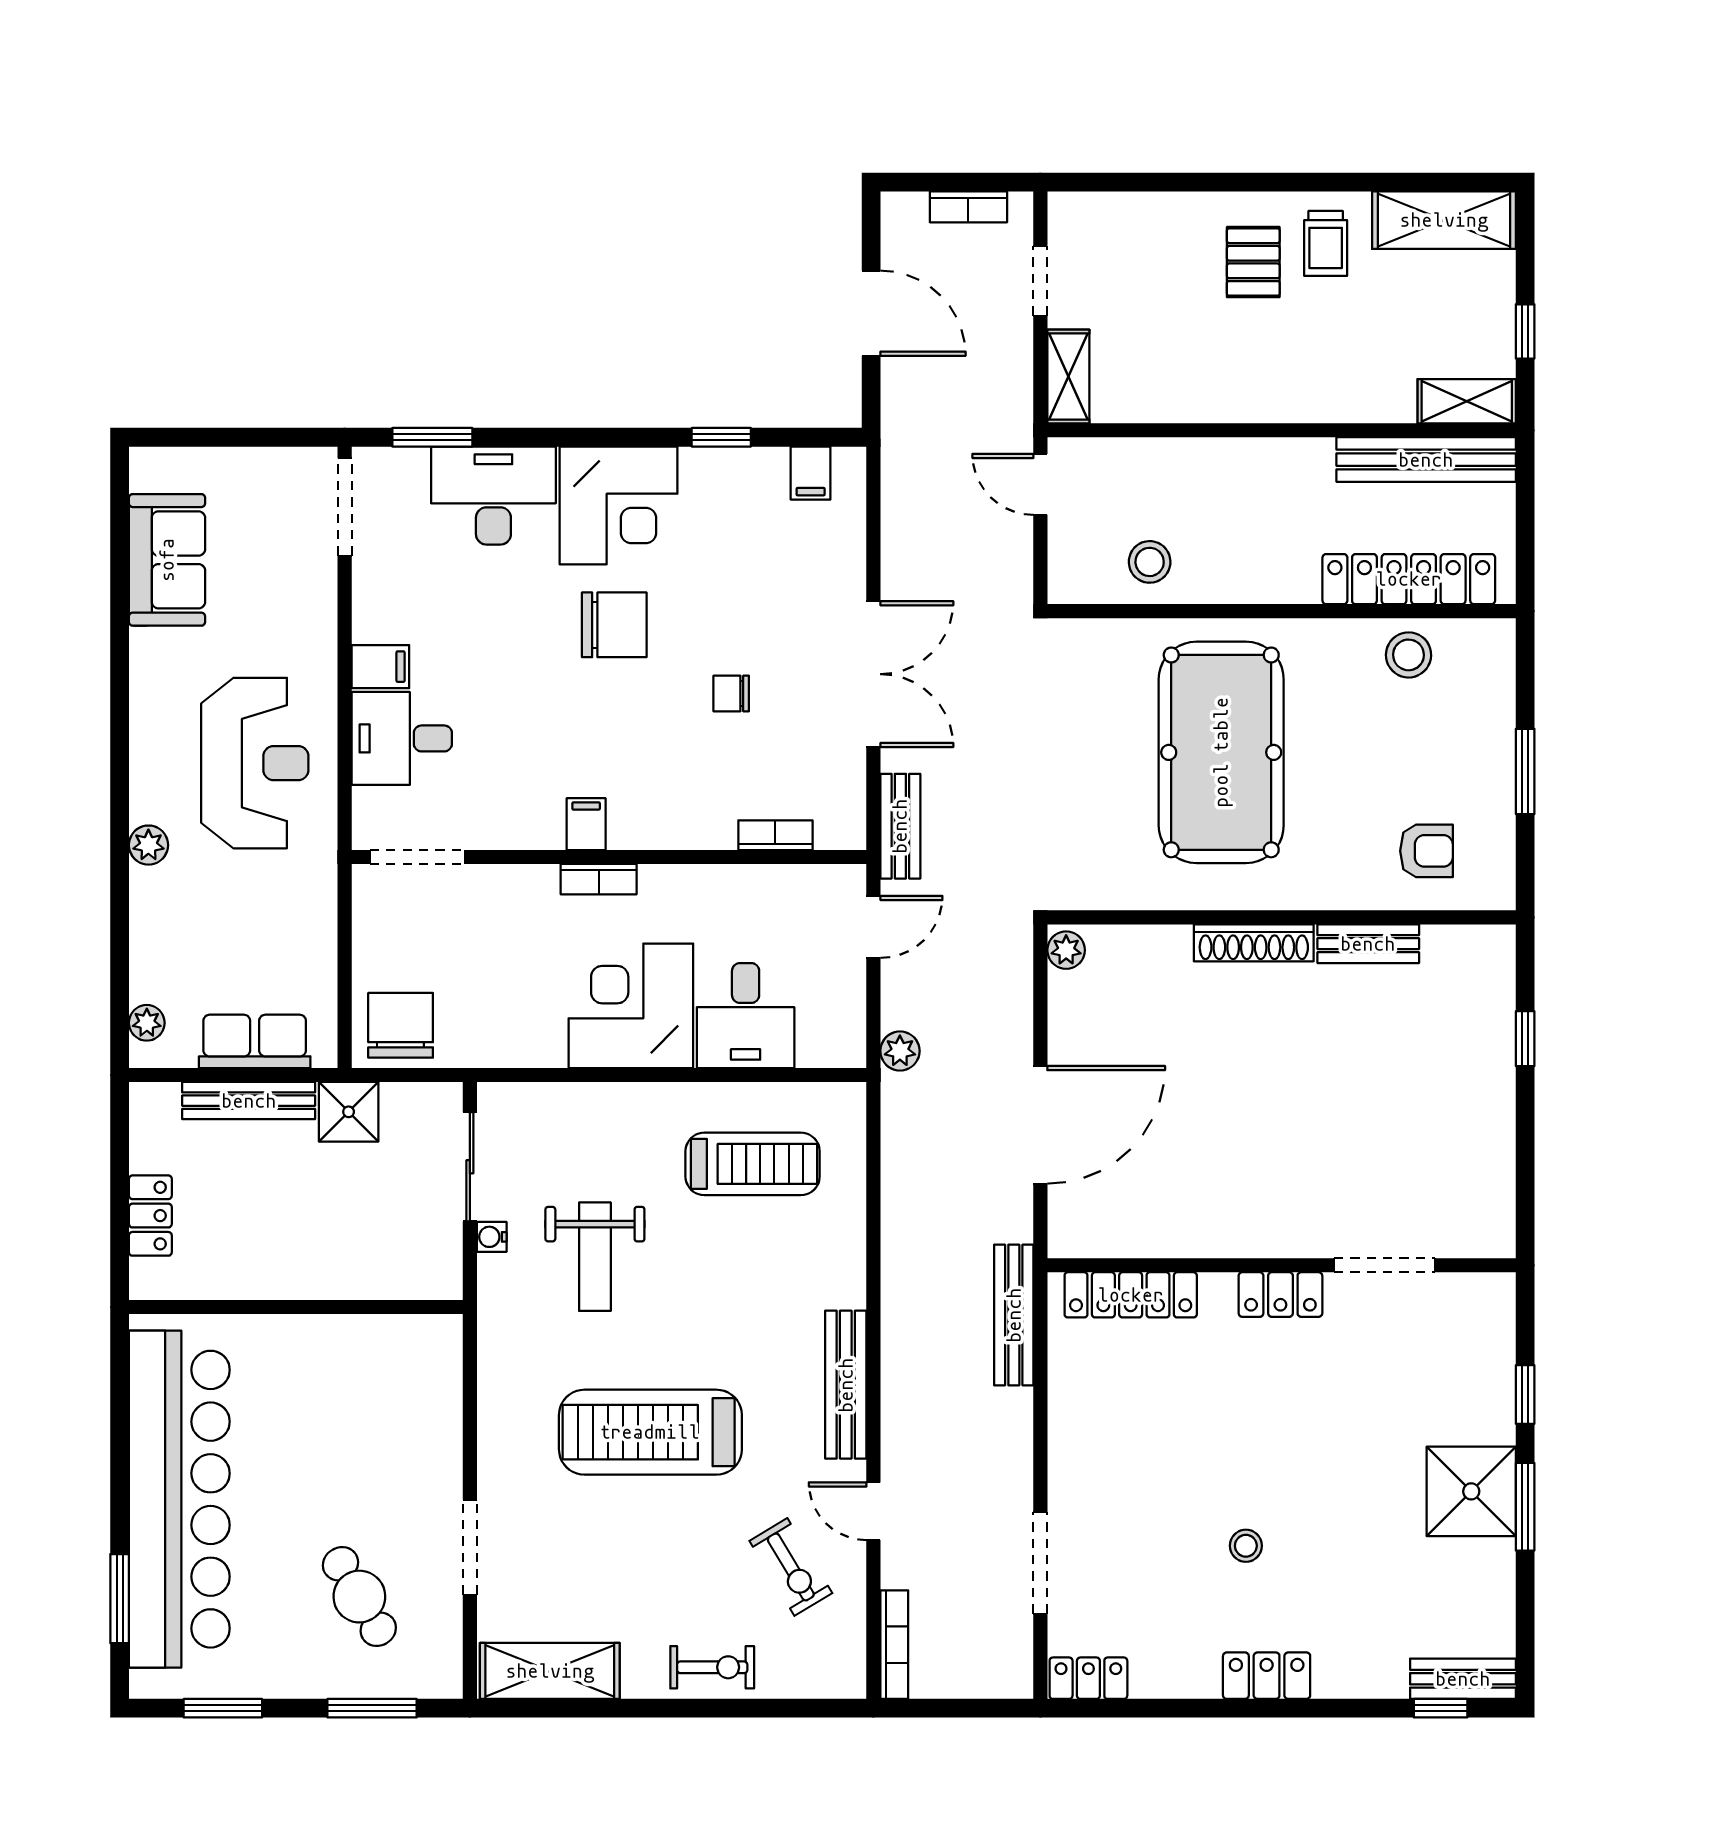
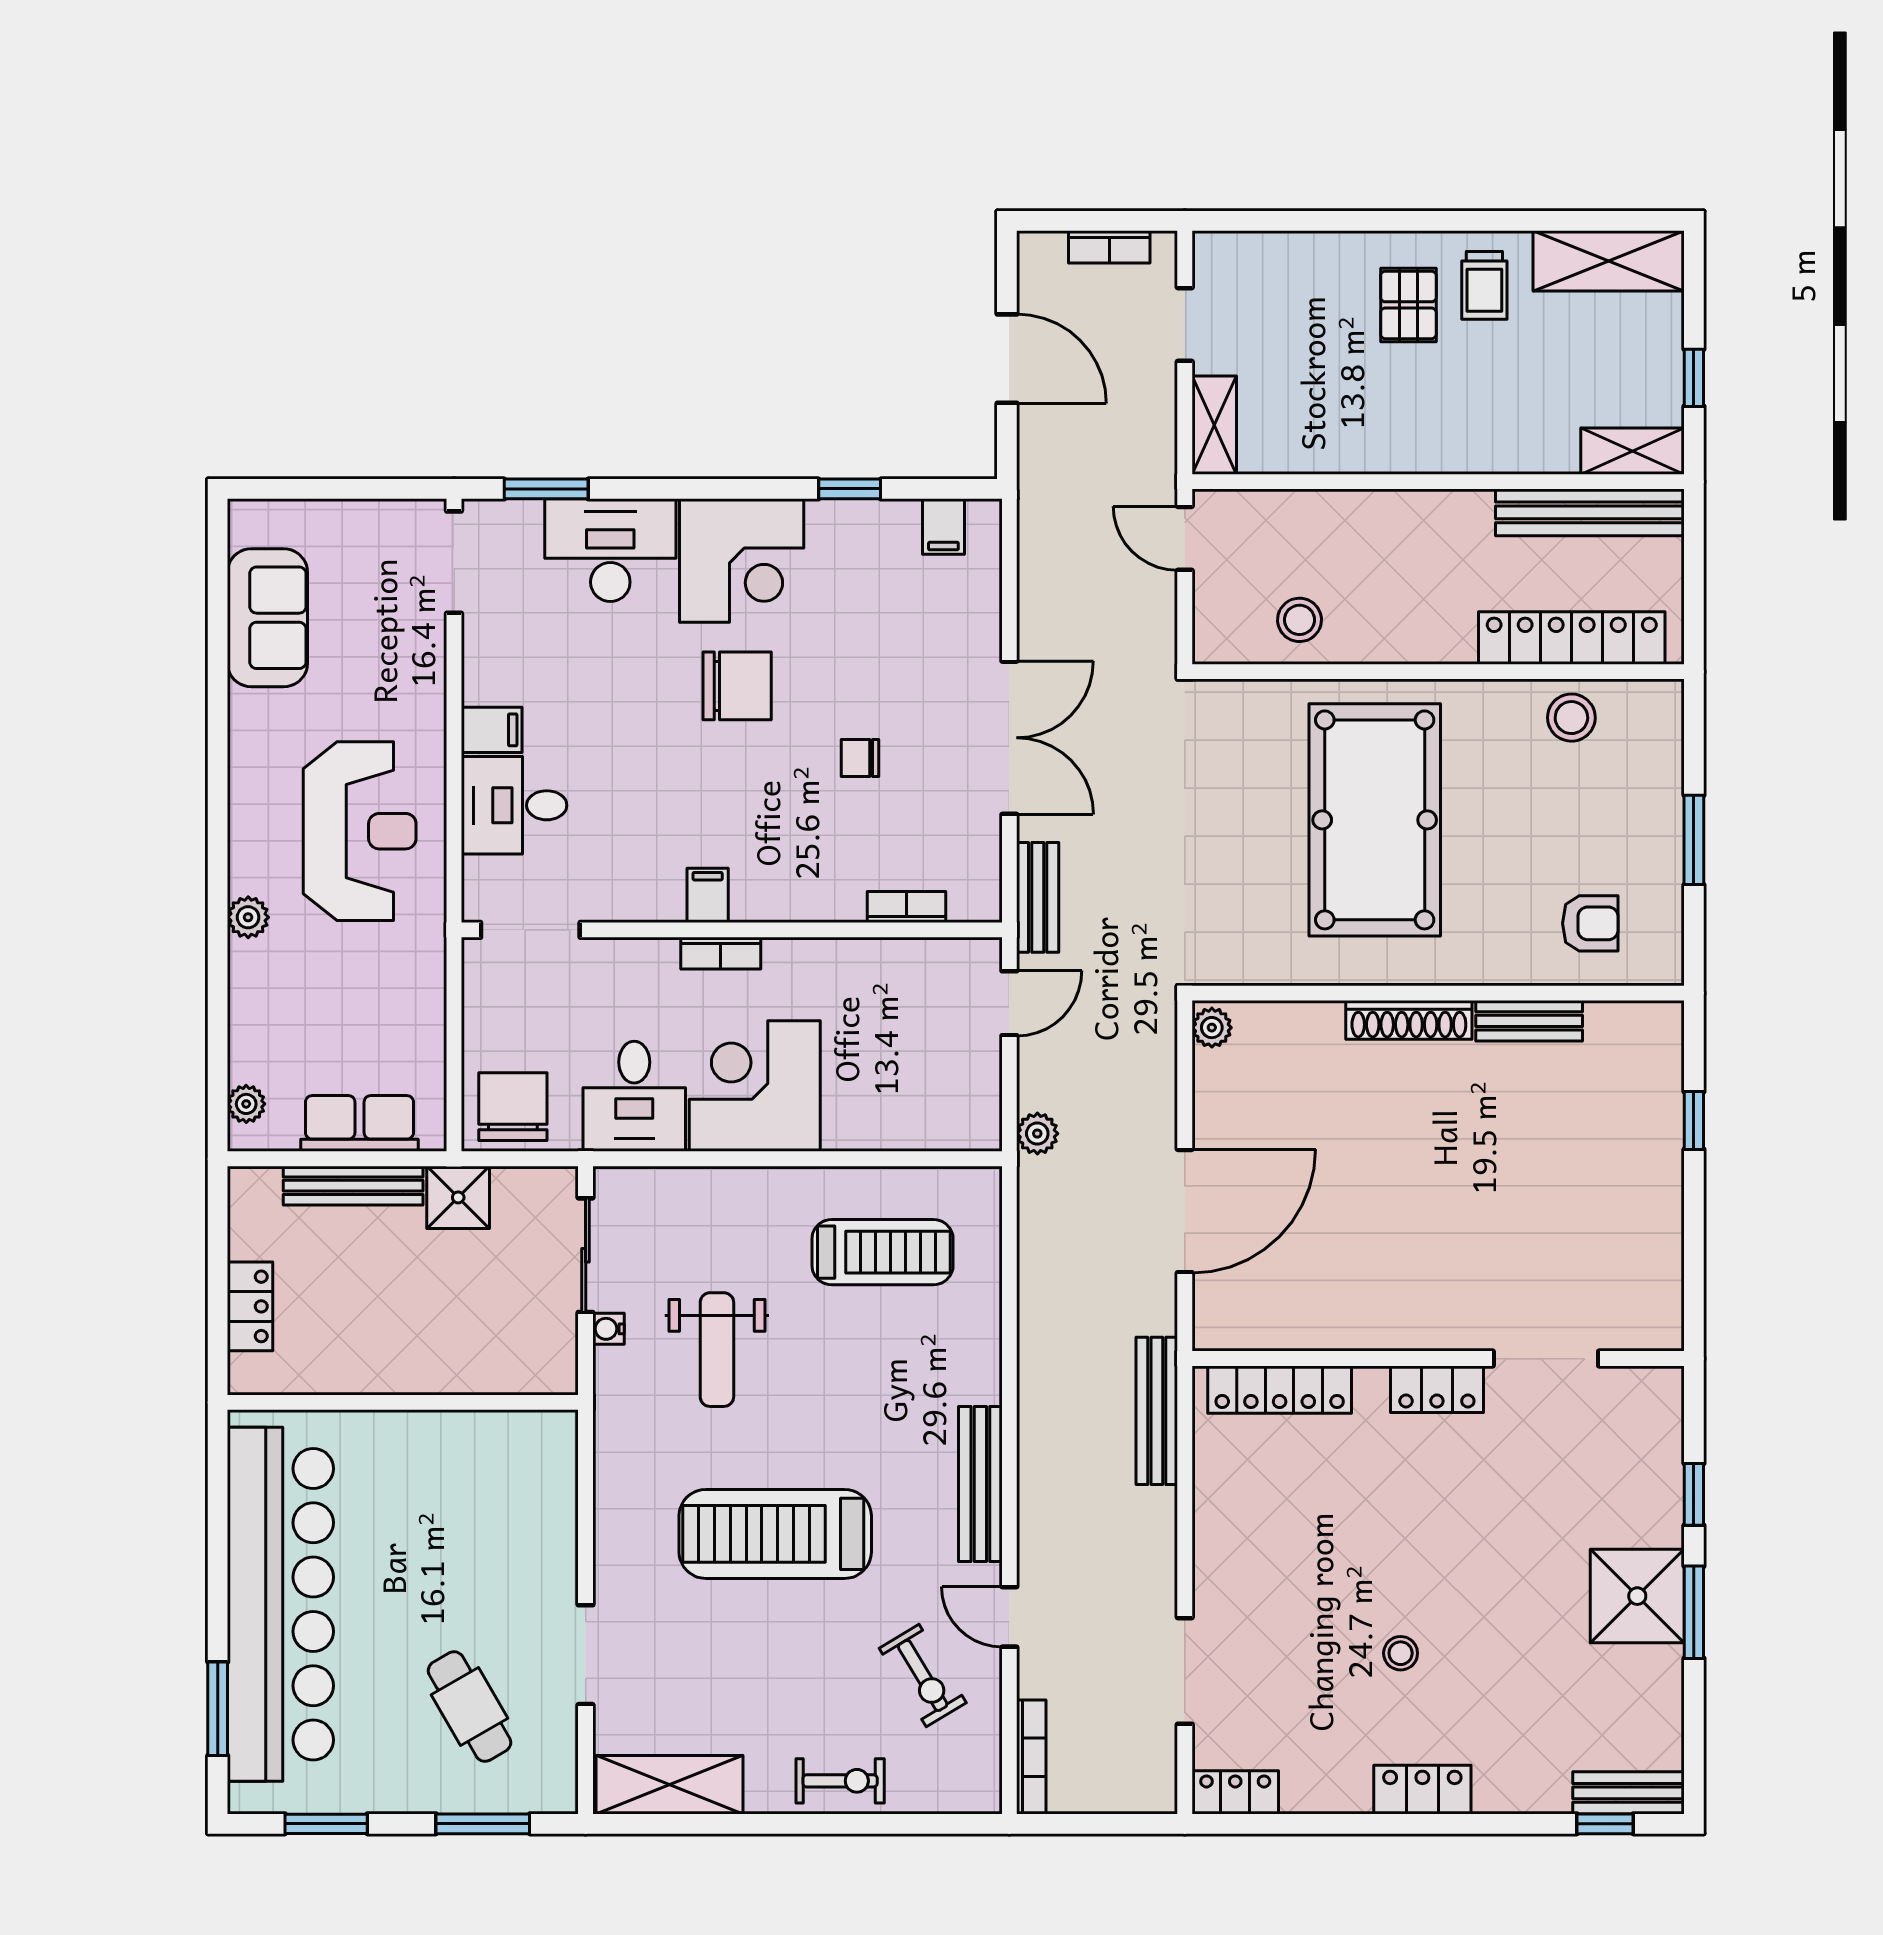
desk: (746, 1016) -> (634, 1096), moved

